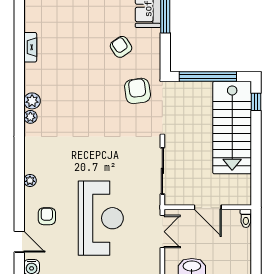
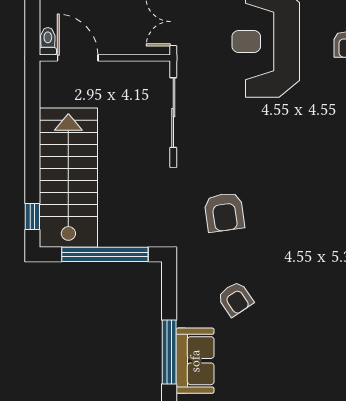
armchair: (138, 91) -> (224, 212), moved
door: (208, 207) -> (78, 58), moved

